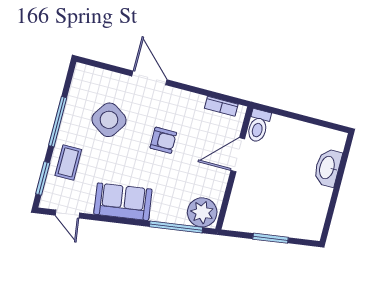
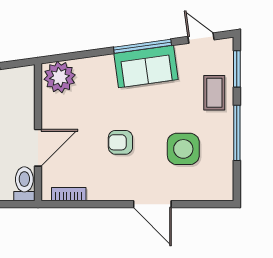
side table: (109, 120) -> (183, 149), turned -34
window: (176, 227) -> (143, 46), moved

